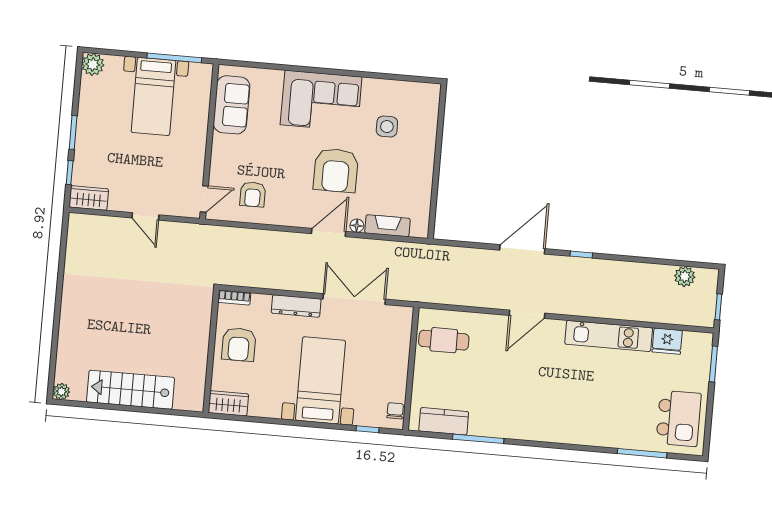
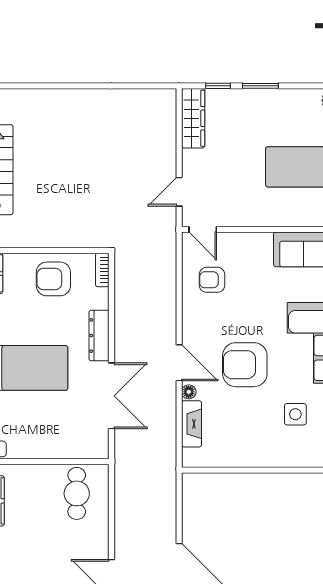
wardrobe: (89, 198) -> (193, 118), width x1.50
door: (145, 216) -> (179, 192), moved

